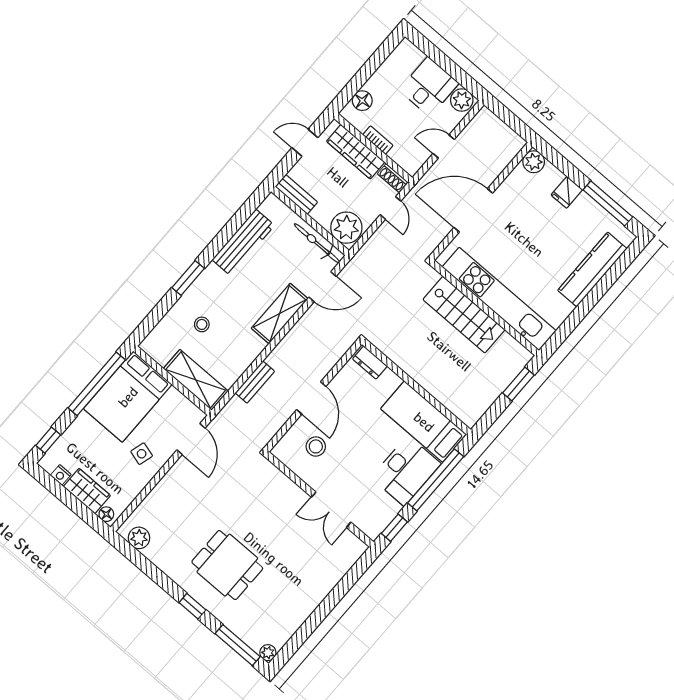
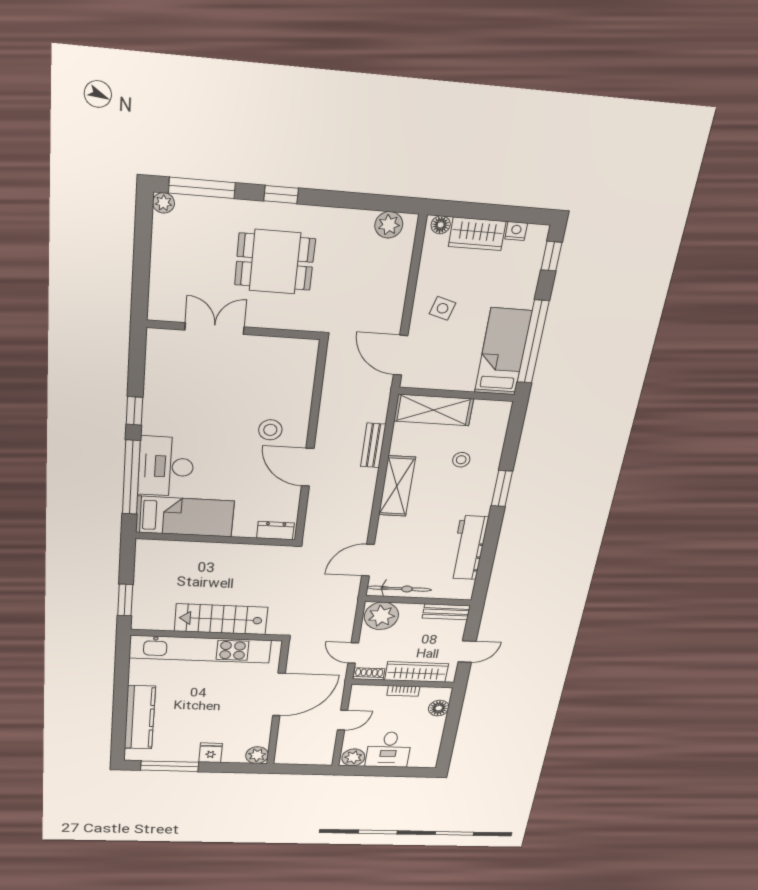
shelving: (280, 313) -> (397, 486), moved
bed: (128, 397) -> (503, 352), width x0.67
wall: (319, 499) -> (234, 330), moved
double door: (331, 510) -> (215, 328), moved

